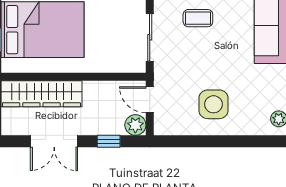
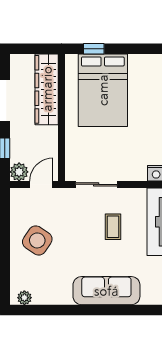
side table: (214, 104) -> (37, 240), turned 34

